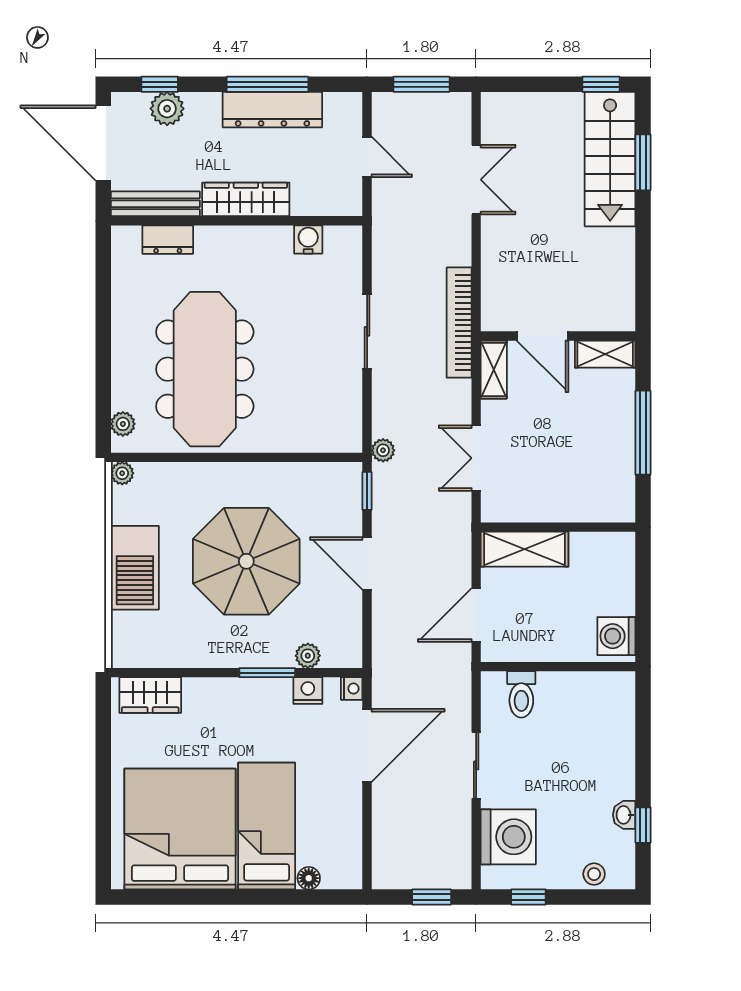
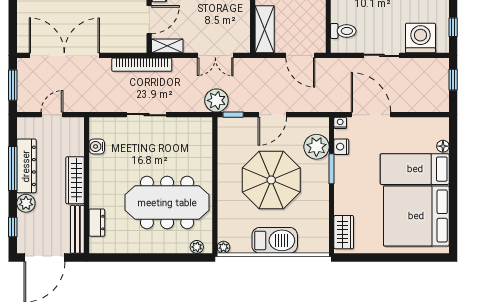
plant: (167, 109) -> (26, 203), moved
double door: (476, 180) -> (64, 55), width x1.87
plant: (383, 450) -> (216, 100), width x1.88, depth x1.88
plant: (308, 656) -> (316, 147), width x1.88, depth x1.88

